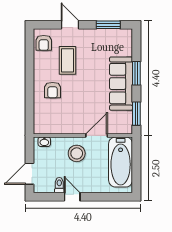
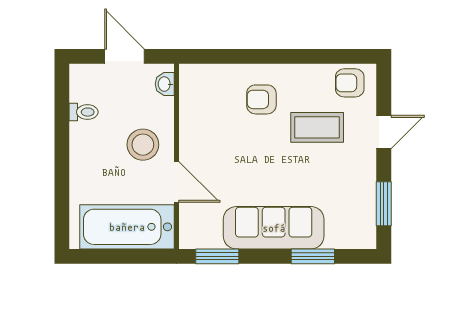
window: (136, 73) -> (313, 256), moved
door: (30, 174) -> (124, 56), moved
door: (72, 197) -> (62, 136), removed

